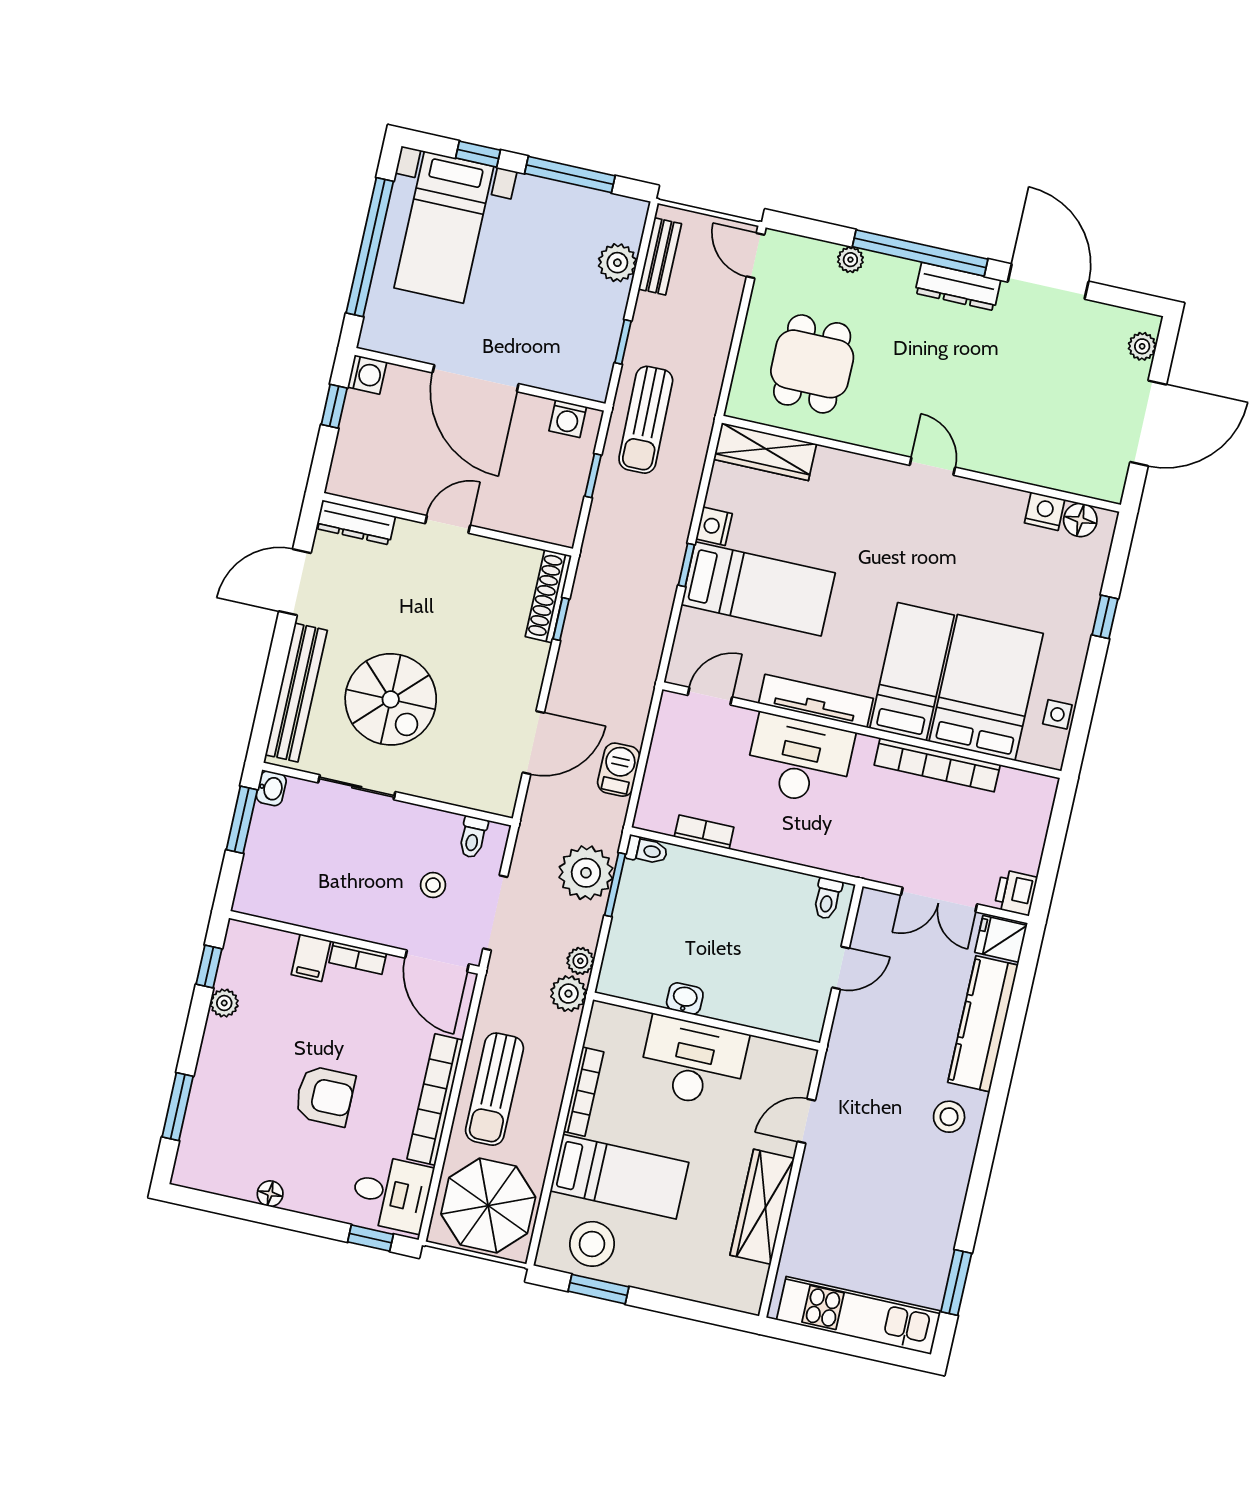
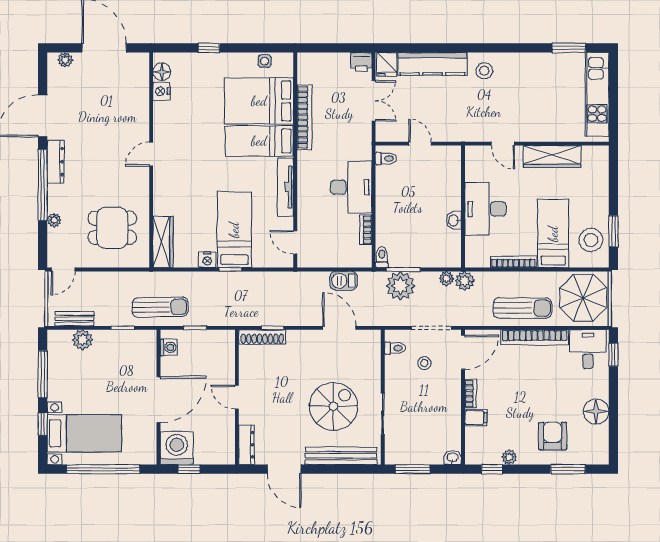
washing machine: (367, 375) -> (177, 448), width x1.89, depth x1.89
desk: (799, 760) -> (351, 187), moved, turned 180
washbasin: (271, 788) -> (453, 458), moved
armchair: (325, 1096) -> (553, 436), moved
floor lamp: (270, 1194) -> (596, 412), width x1.89, depth x1.89

